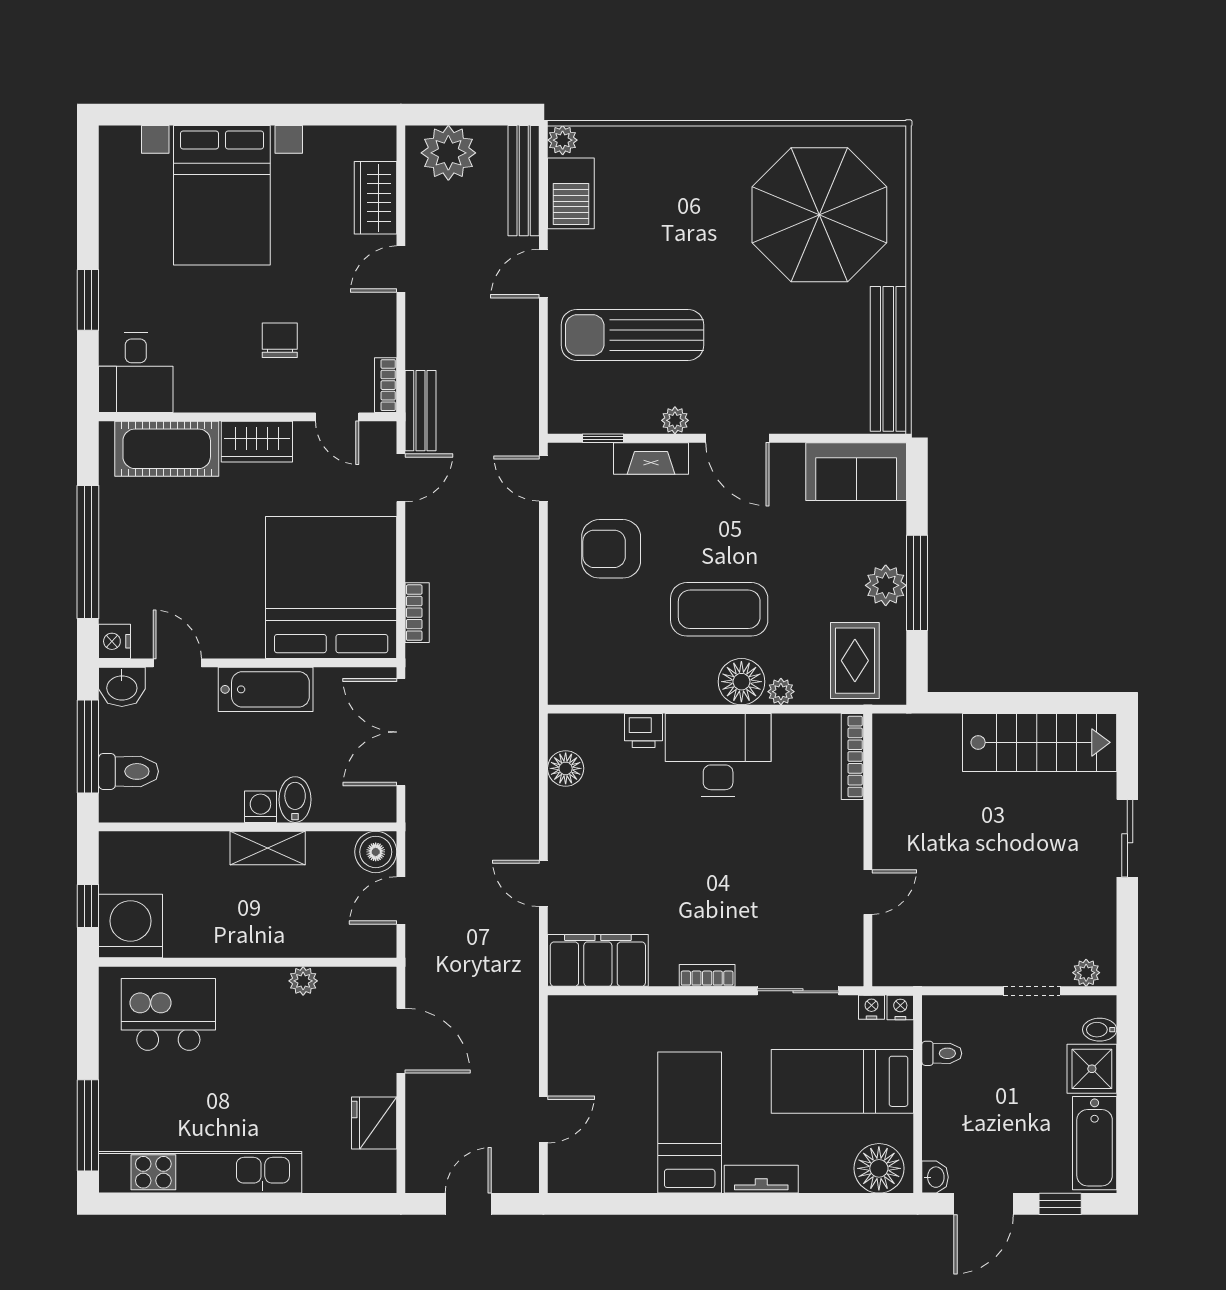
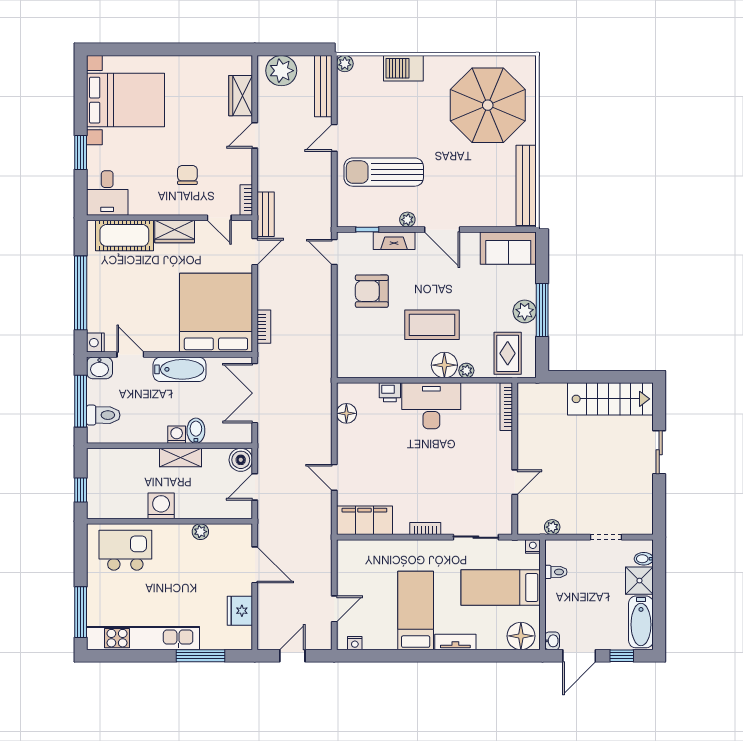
barbecue: (571, 193) -> (403, 68), moved, turned 90
bed with nightstands: (222, 195) -> (125, 100), moved, turned -90
washing machine: (130, 926) -> (161, 506), moved, width x0.73, depth x0.73
plant: (1086, 973) -> (552, 527), moved
nightstand: (871, 1007) -> (355, 643), moved, turned 180
window: (303, 1204) -> (201, 656), added

